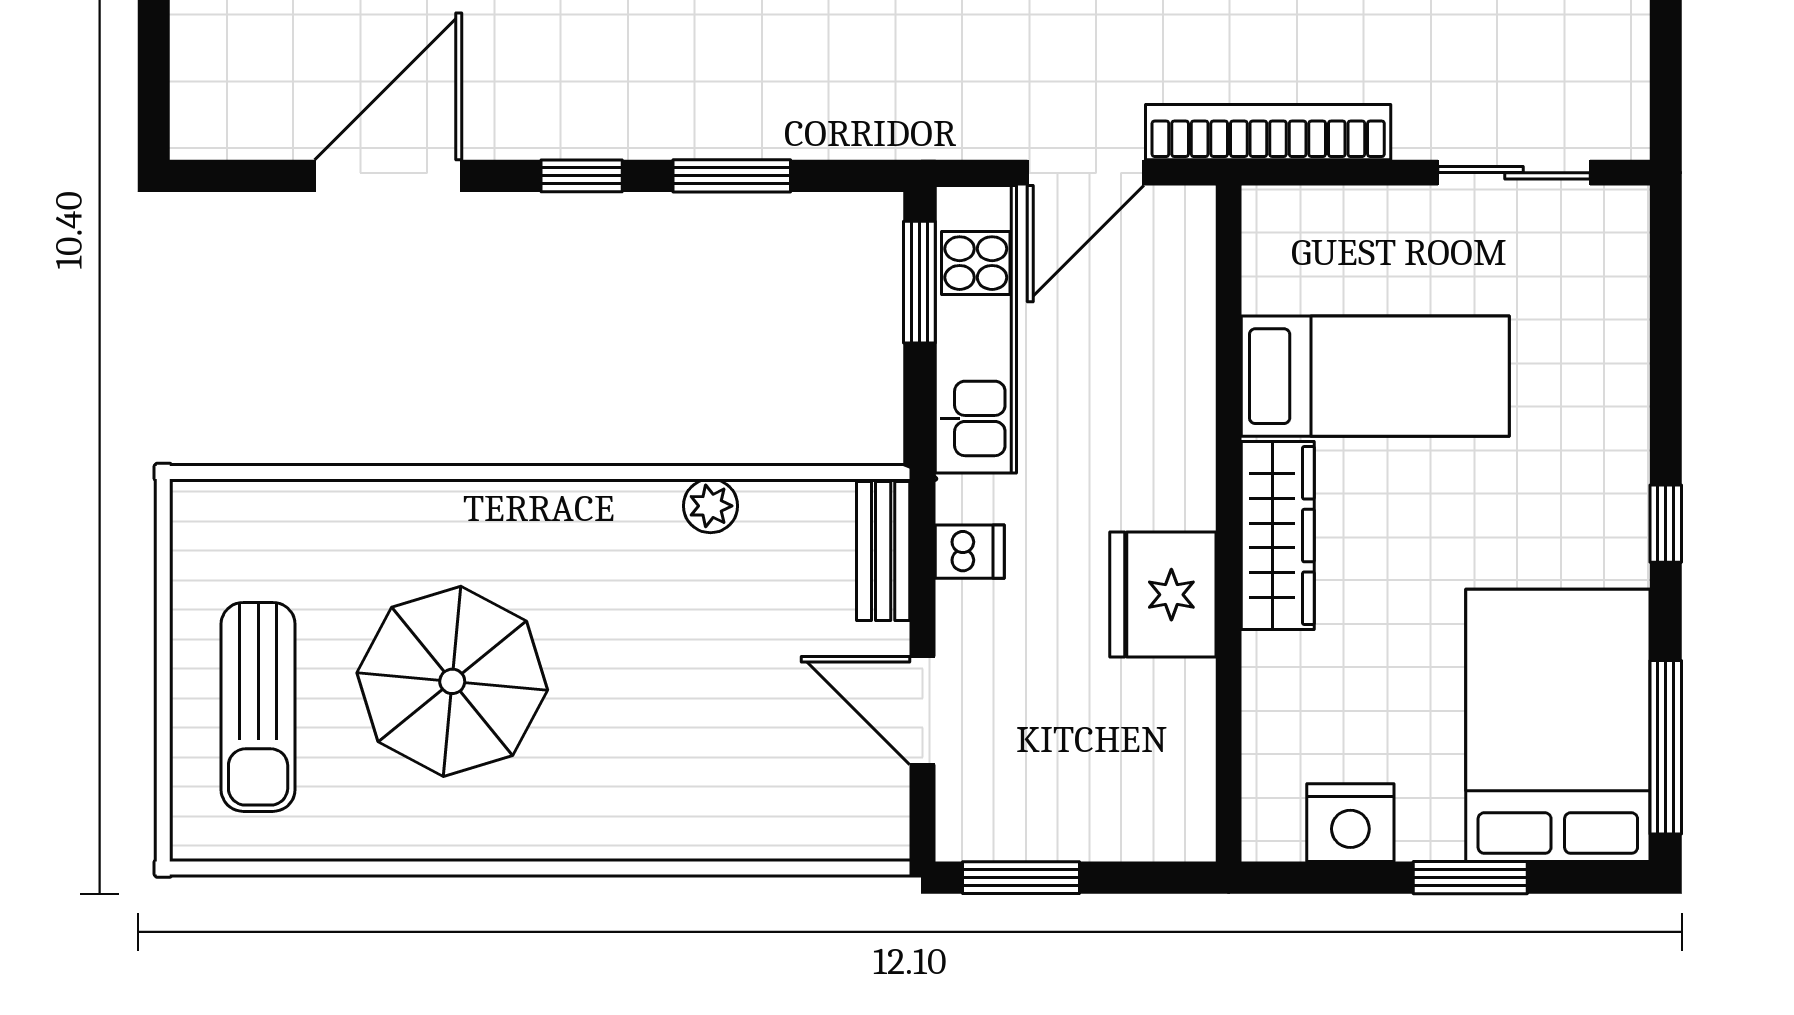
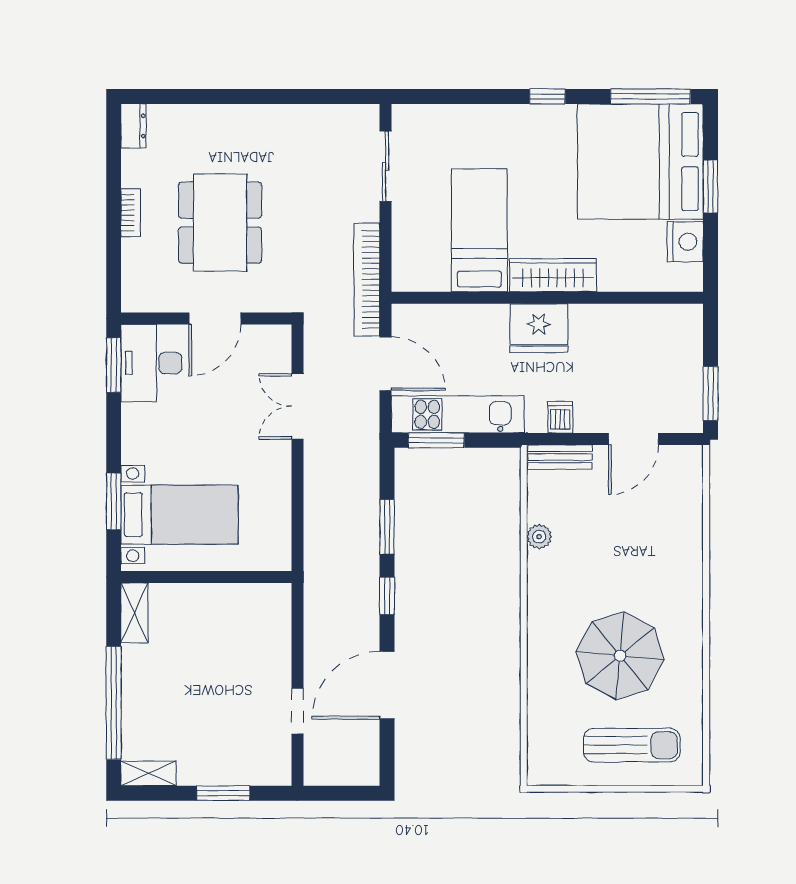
door: (388, 176) -> (387, 685), hinge flipped
fridge: (1163, 595) -> (539, 328), moved
bed: (1558, 725) -> (640, 162), width x1.36

